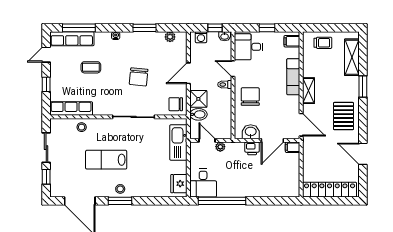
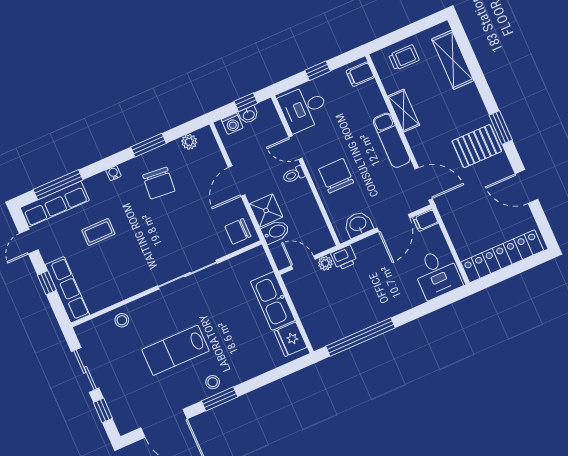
washbasin: (225, 36) -> (249, 115), moved
chair: (139, 77) -> (159, 183), moved
exam couch: (293, 77) -> (392, 140), moved
window: (363, 87) -> (501, 128), moved
shelving: (309, 91) -> (404, 111), moved
row of seats: (71, 109) -> (67, 290), moved, turned 90
pallet: (343, 116) -> (477, 146), turned 90
kitchen sink: (178, 142) -> (273, 301), moved
printer: (252, 148) -> (344, 258), moved
desk: (203, 183) -> (437, 274), moved

